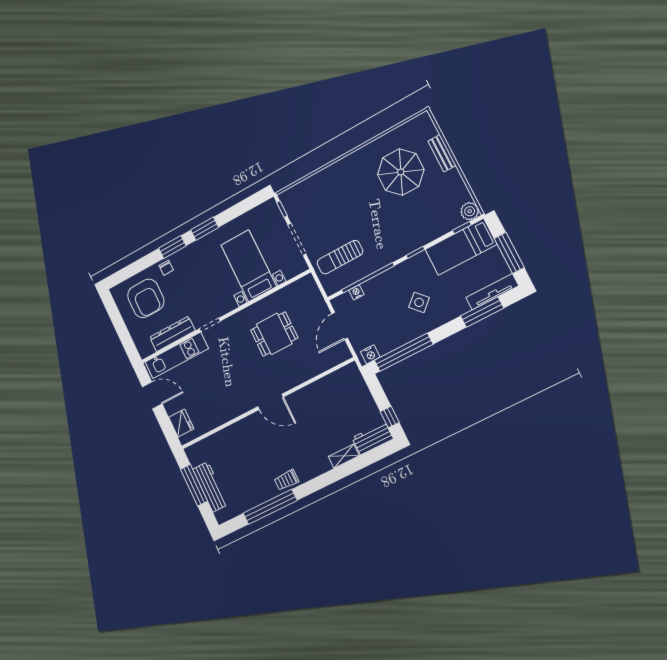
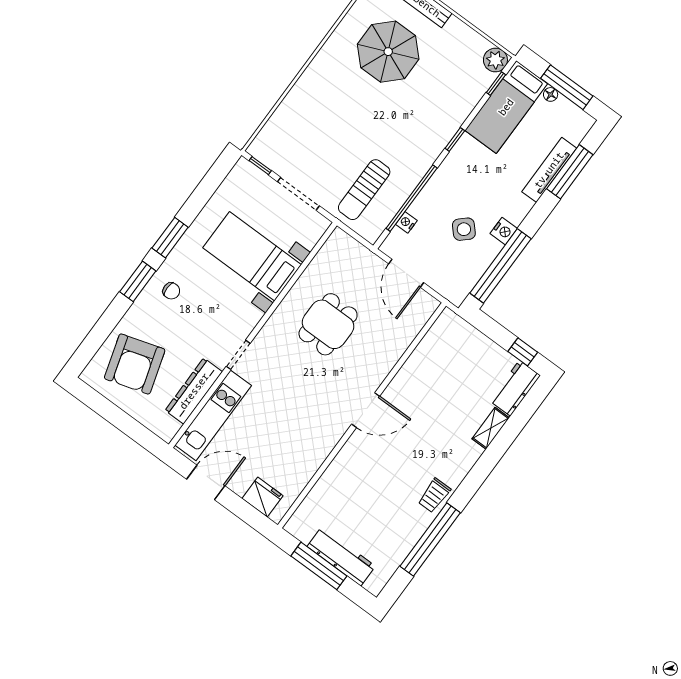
floor lamp: (495, 253) -> (551, 94), added
chair: (166, 268) -> (171, 291), moved
tv unit: (492, 292) -> (549, 170), moved
armchair: (146, 298) -> (135, 364), turned 73
side table: (419, 302) -> (464, 229), moved
nightstand: (370, 354) -> (504, 231), moved

